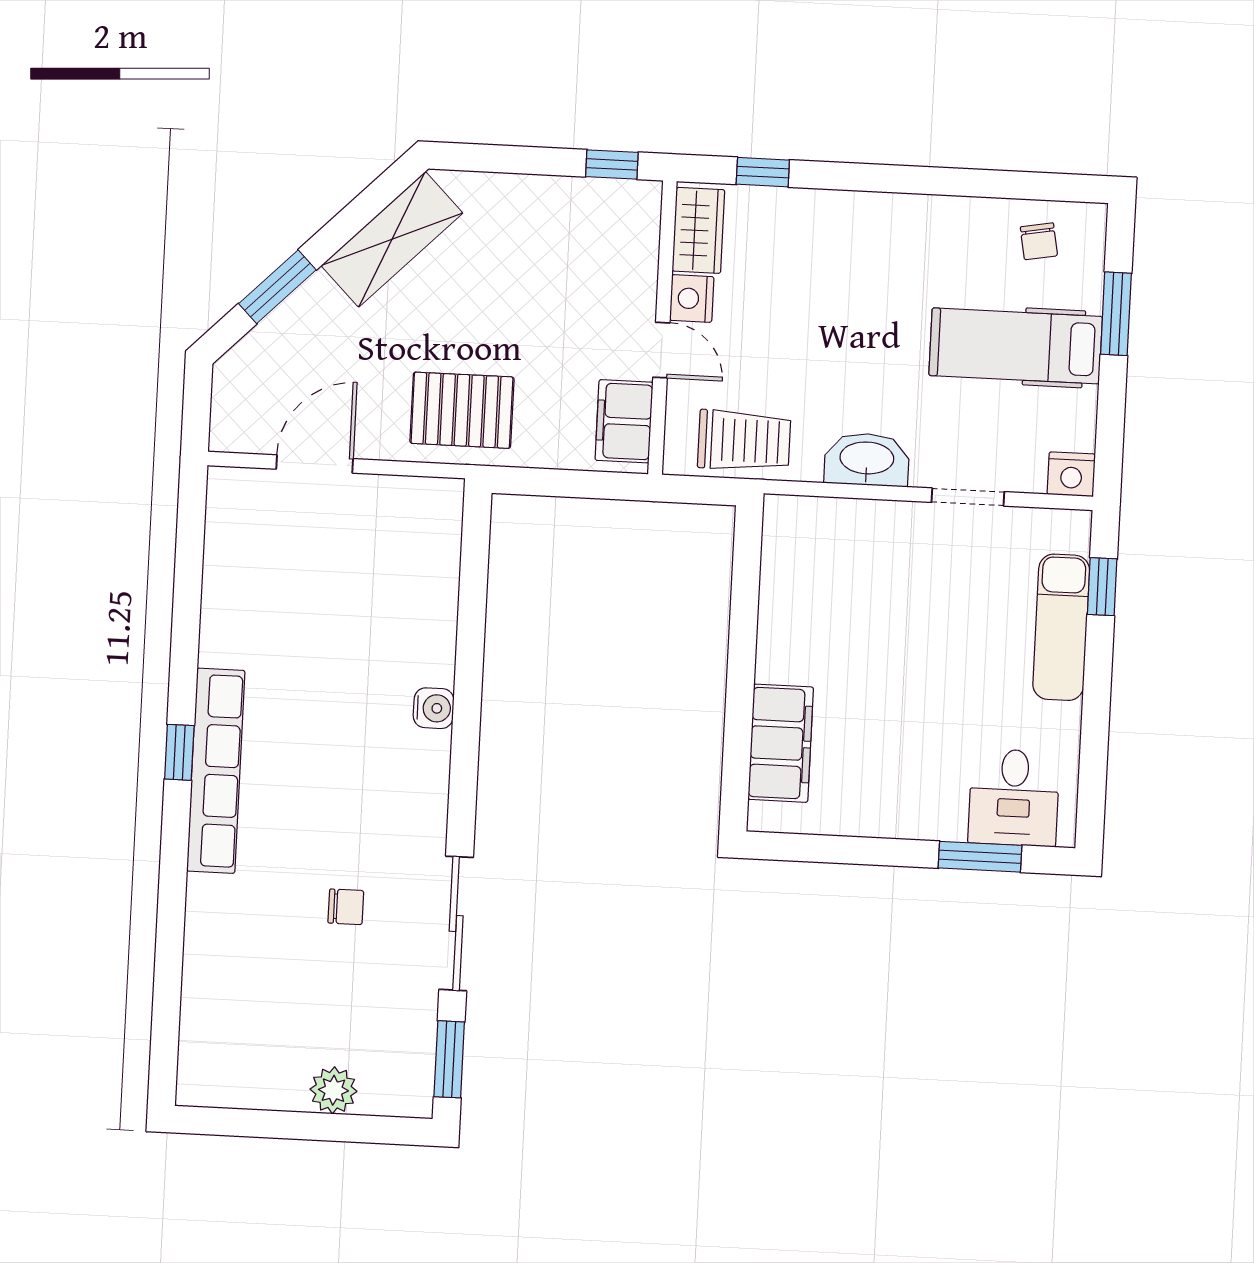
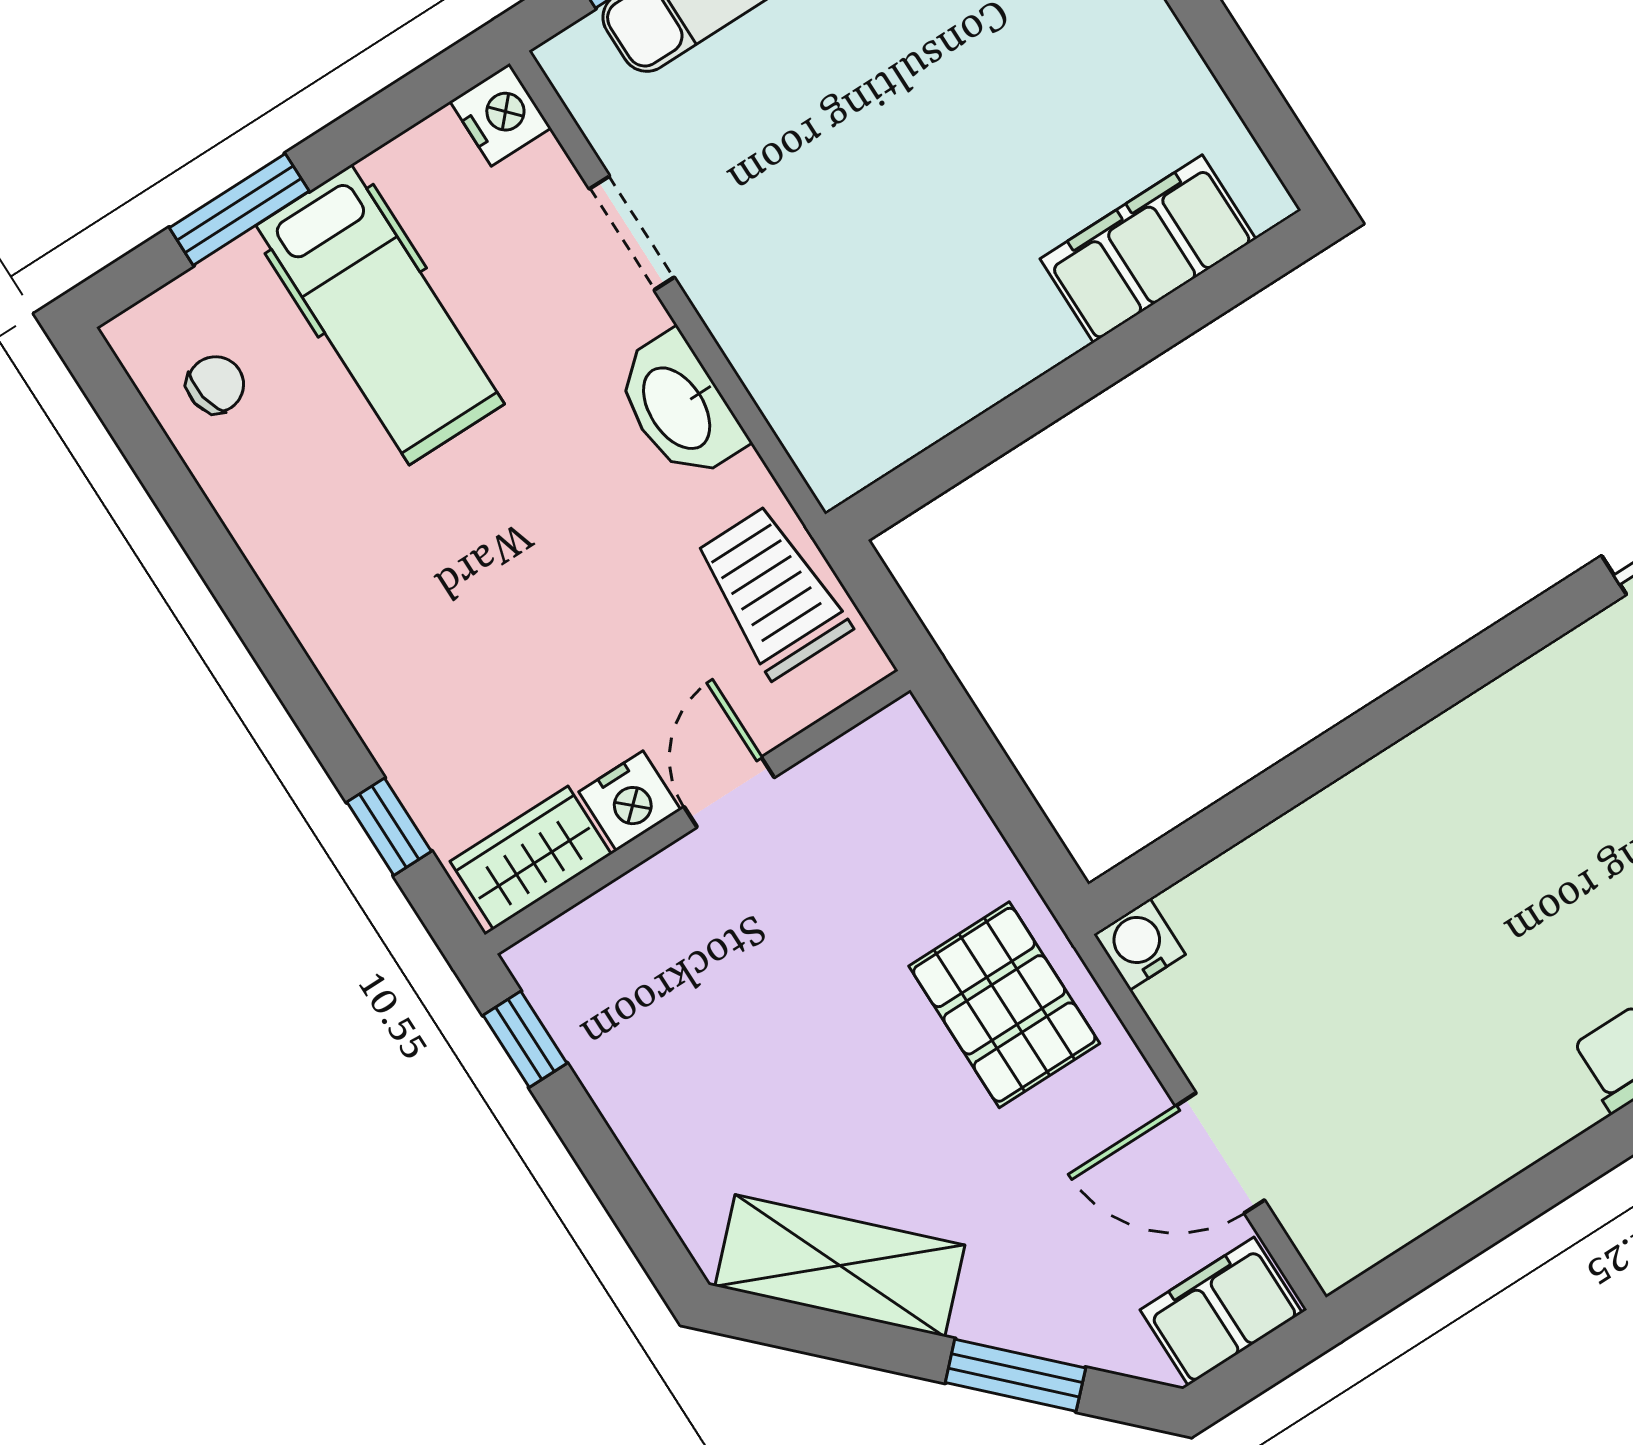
filing cabinet: (624, 421) -> (1221, 1311), moved, turned 180
water cooler: (434, 708) -> (1140, 944), moved

